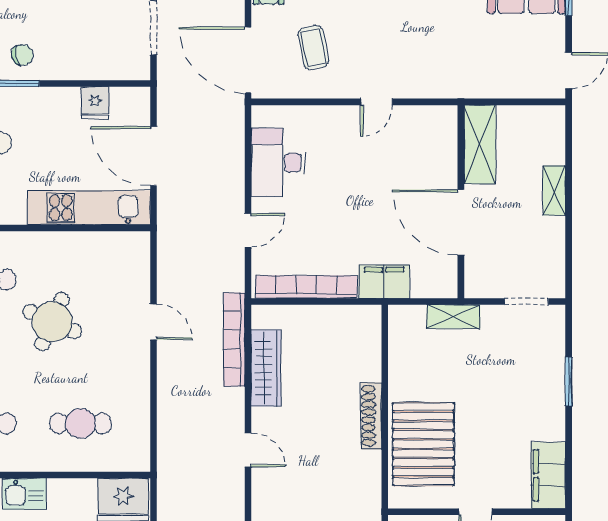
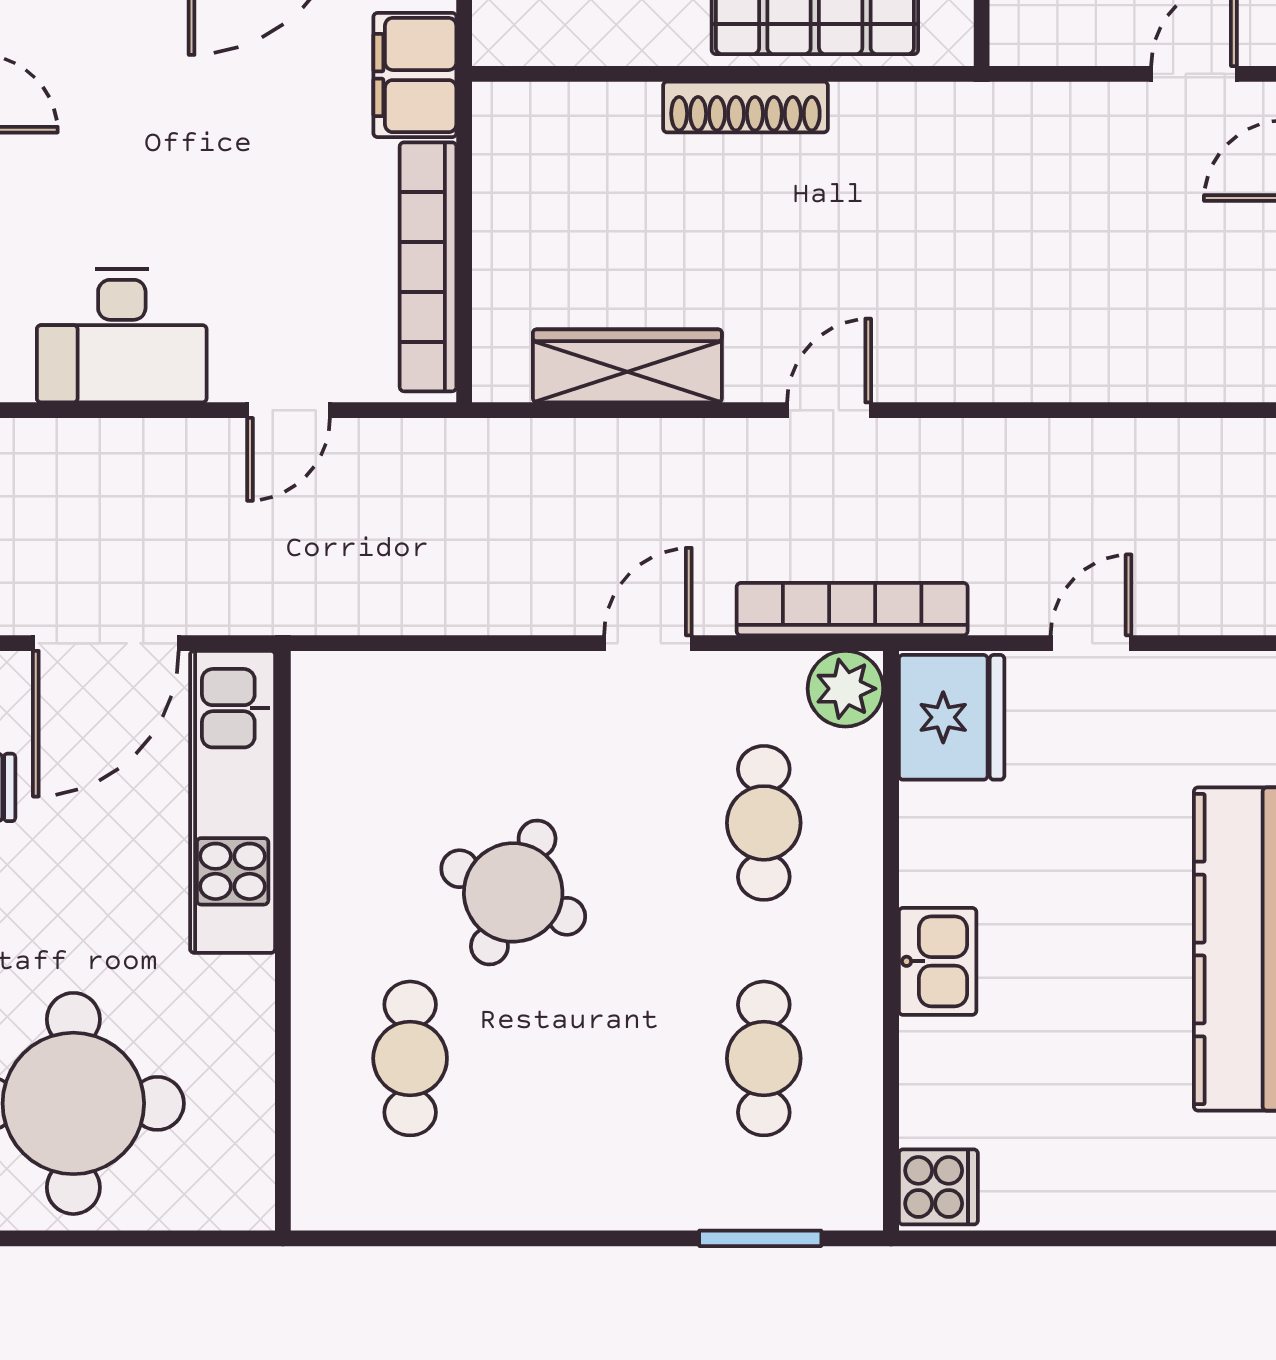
door: (248, 230) -> (289, 410), swing flipped
door: (153, 322) -> (648, 643), moved
bookcase: (234, 339) -> (852, 609), moved, turned 180
plant: (135, 457) -> (845, 689), added

